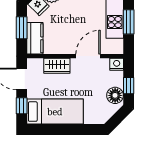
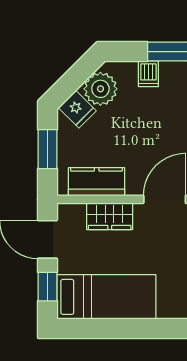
kitchen counter: (35, 38) -> (97, 182), moved, turned -90

